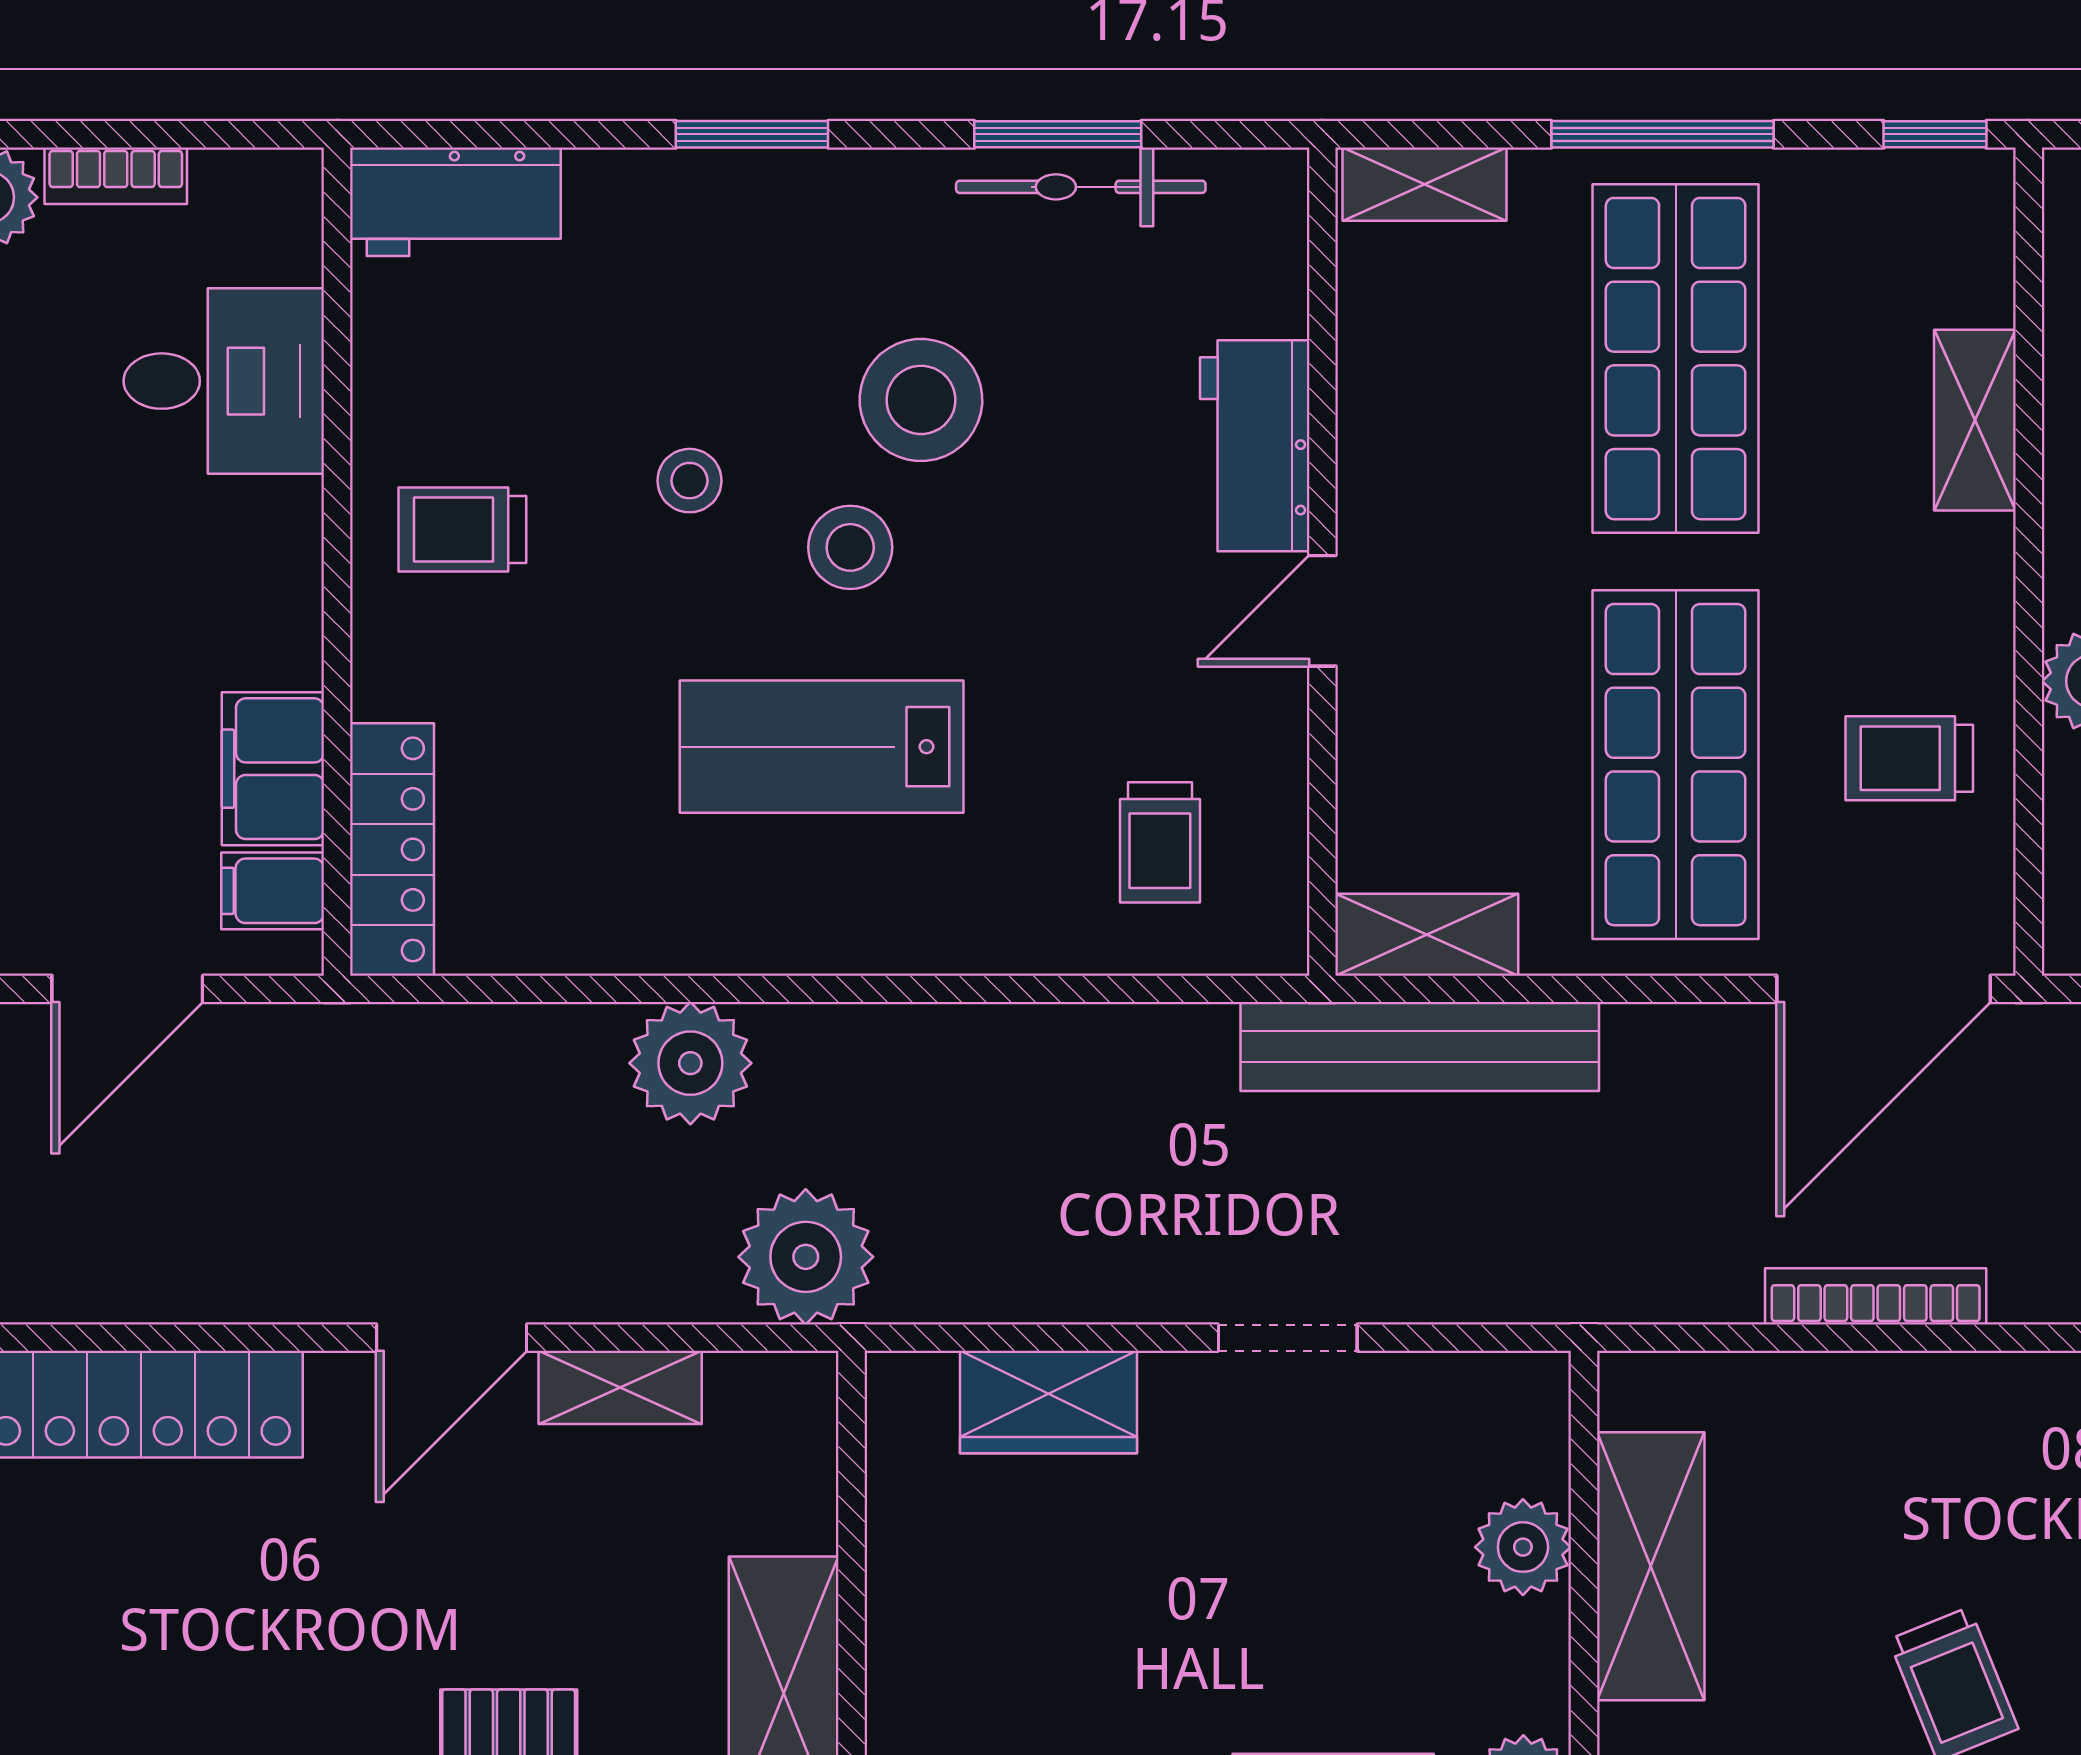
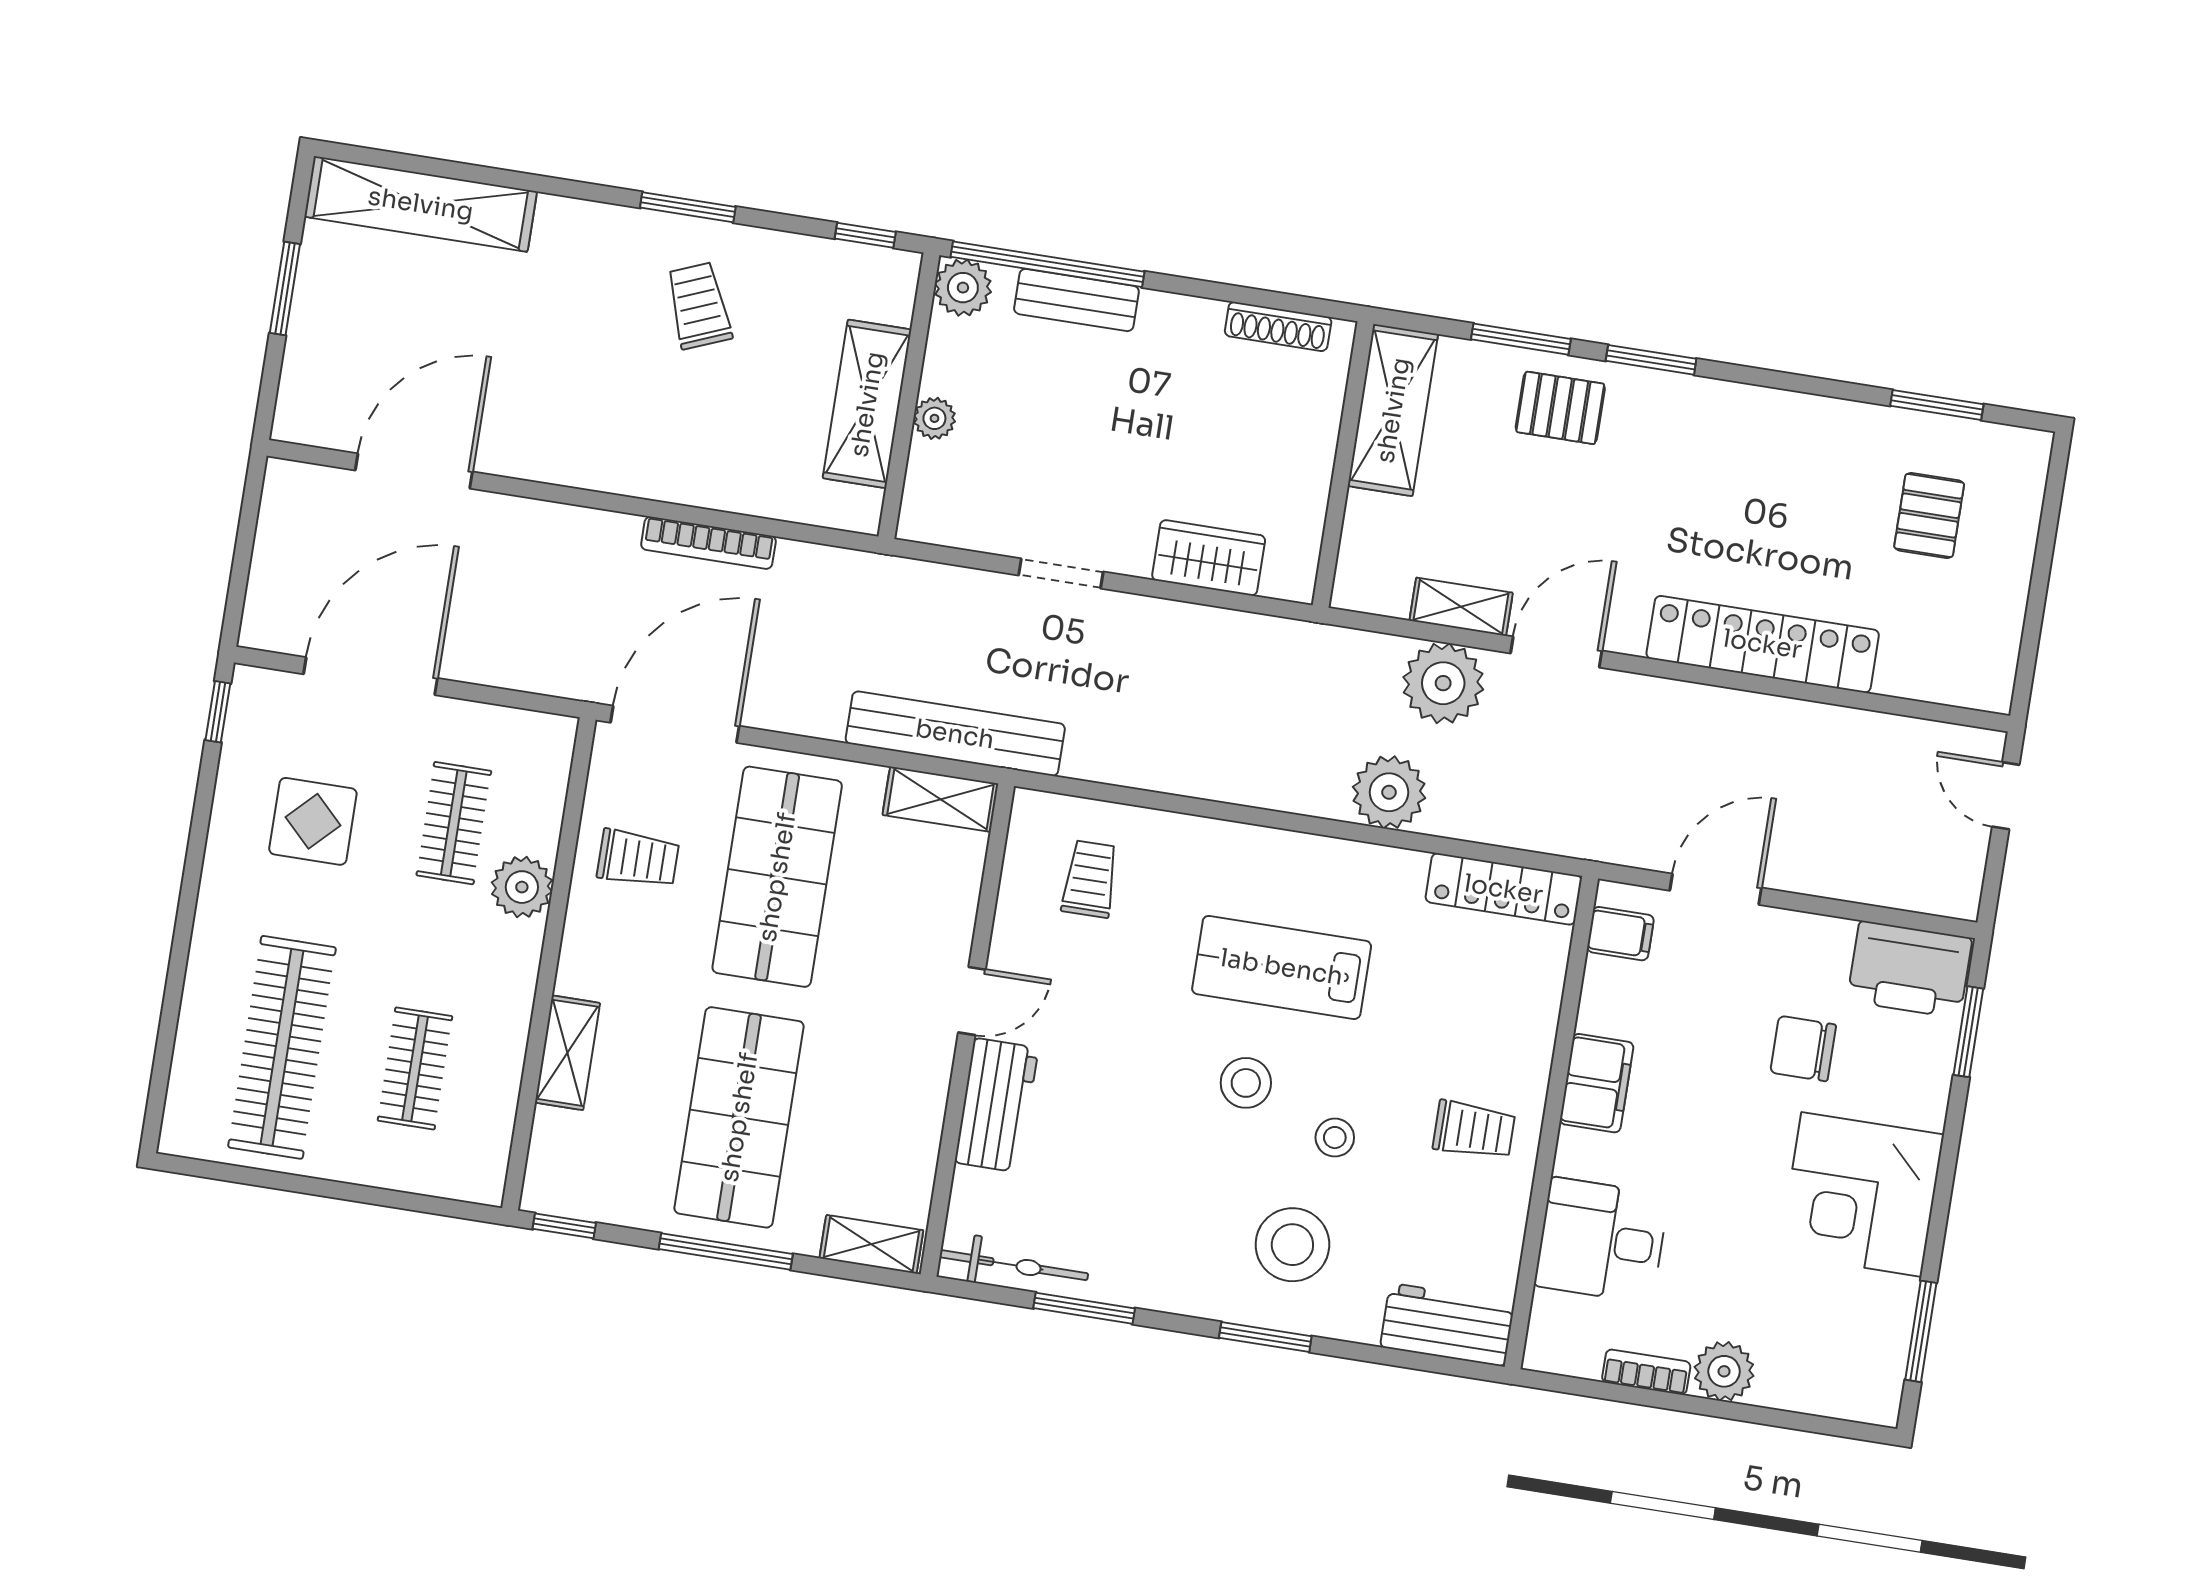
bicycle: (1081, 187) -> (1014, 1265), moved
stool: (921, 400) -> (1292, 1245), moved
lab bench: (822, 747) -> (1282, 967), turned 180
filing cabinet: (273, 769) -> (1597, 1083), moved
locker: (392, 849) -> (1504, 889), moved, turned -90
plant: (806, 1257) -> (1443, 683), moved
plant: (1523, 1547) -> (934, 418), width x0.73, depth x0.73

